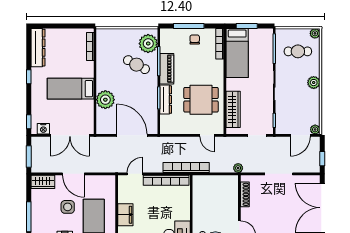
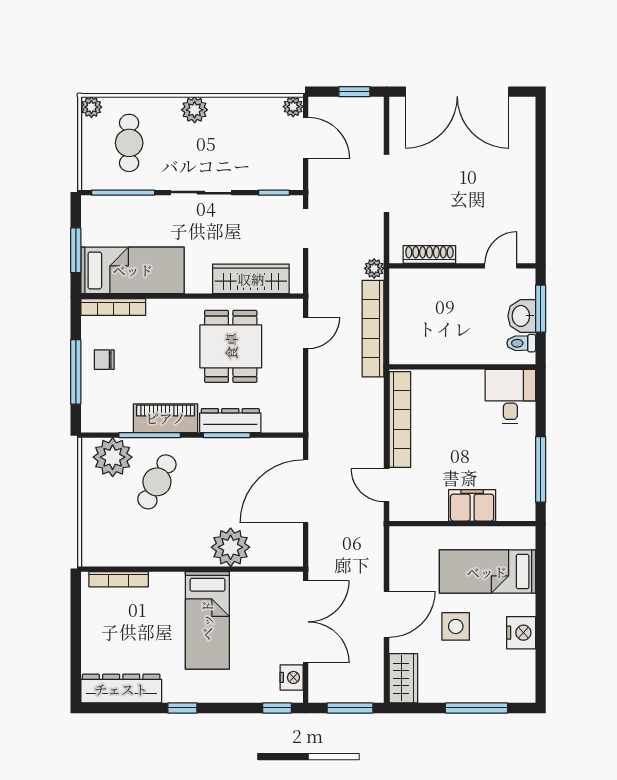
bookcase: (186, 168) -> (373, 329), moved

